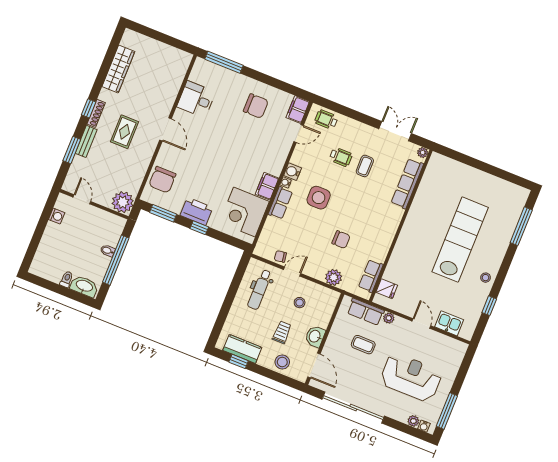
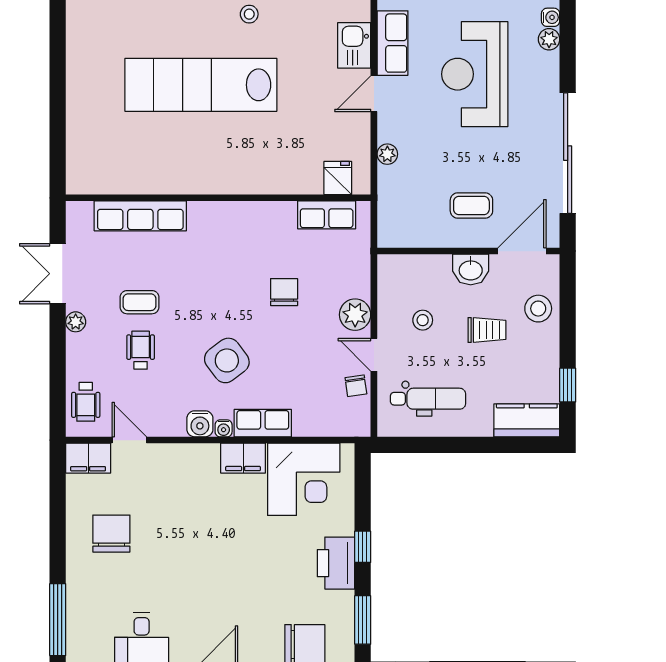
plant: (423, 153) -> (76, 322), moved
side table: (319, 198) -> (227, 360), turned -37
plant: (334, 277) -> (355, 315), moved
row of seats: (366, 312) -> (393, 43), moved
trolley: (282, 332) -> (487, 330), turned 180
coffee table: (363, 345) -> (471, 206), moved, turned 90
kitchen counter: (242, 349) -> (527, 420), moved, turned 90

